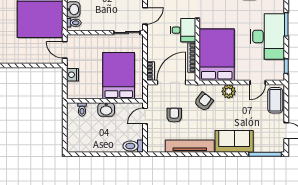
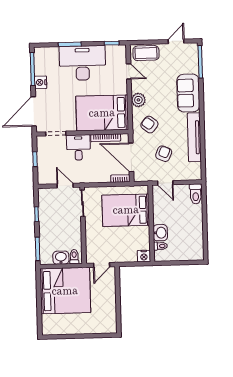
nightstand: (72, 75) -> (144, 256), moved
washbasin: (106, 110) -> (160, 233), moved
armchair: (174, 115) -> (164, 154), turned 113

